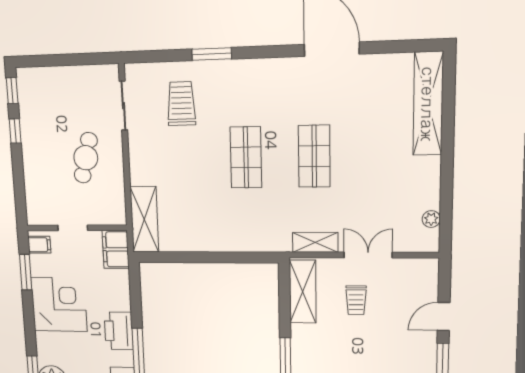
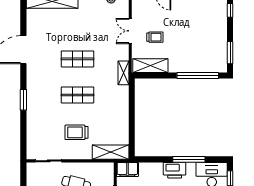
window: (212, 54) -> (23, 100), moved
trolley: (181, 104) -> (77, 132), moved
shelving: (315, 242) -> (123, 73), moved

